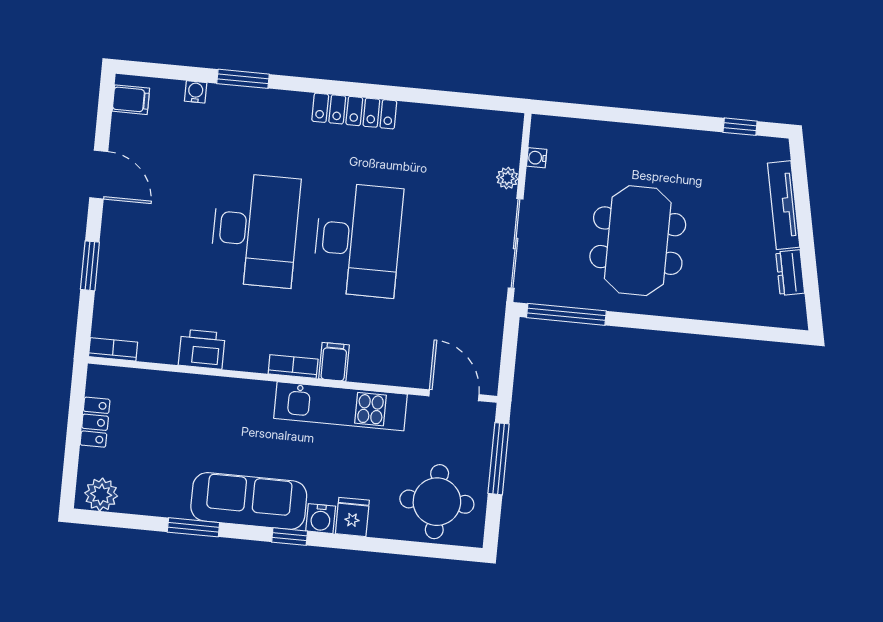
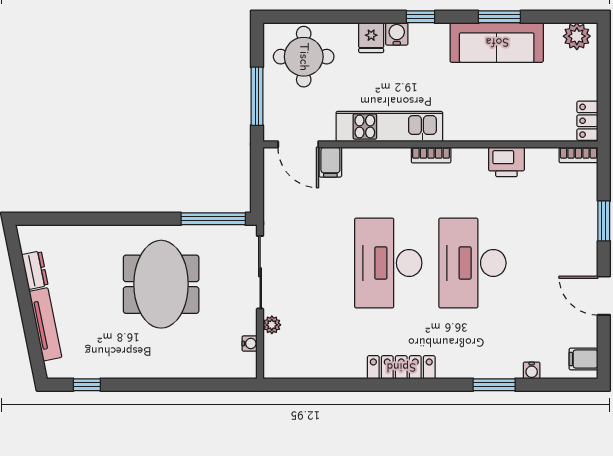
filing cabinet: (334, 362) -> (330, 162), moved
locker: (95, 422) -> (587, 121), moved
sofa: (249, 501) -> (497, 42), moved

